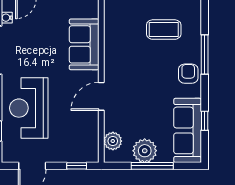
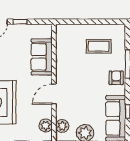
plant: (90, 140) -> (46, 125), added

